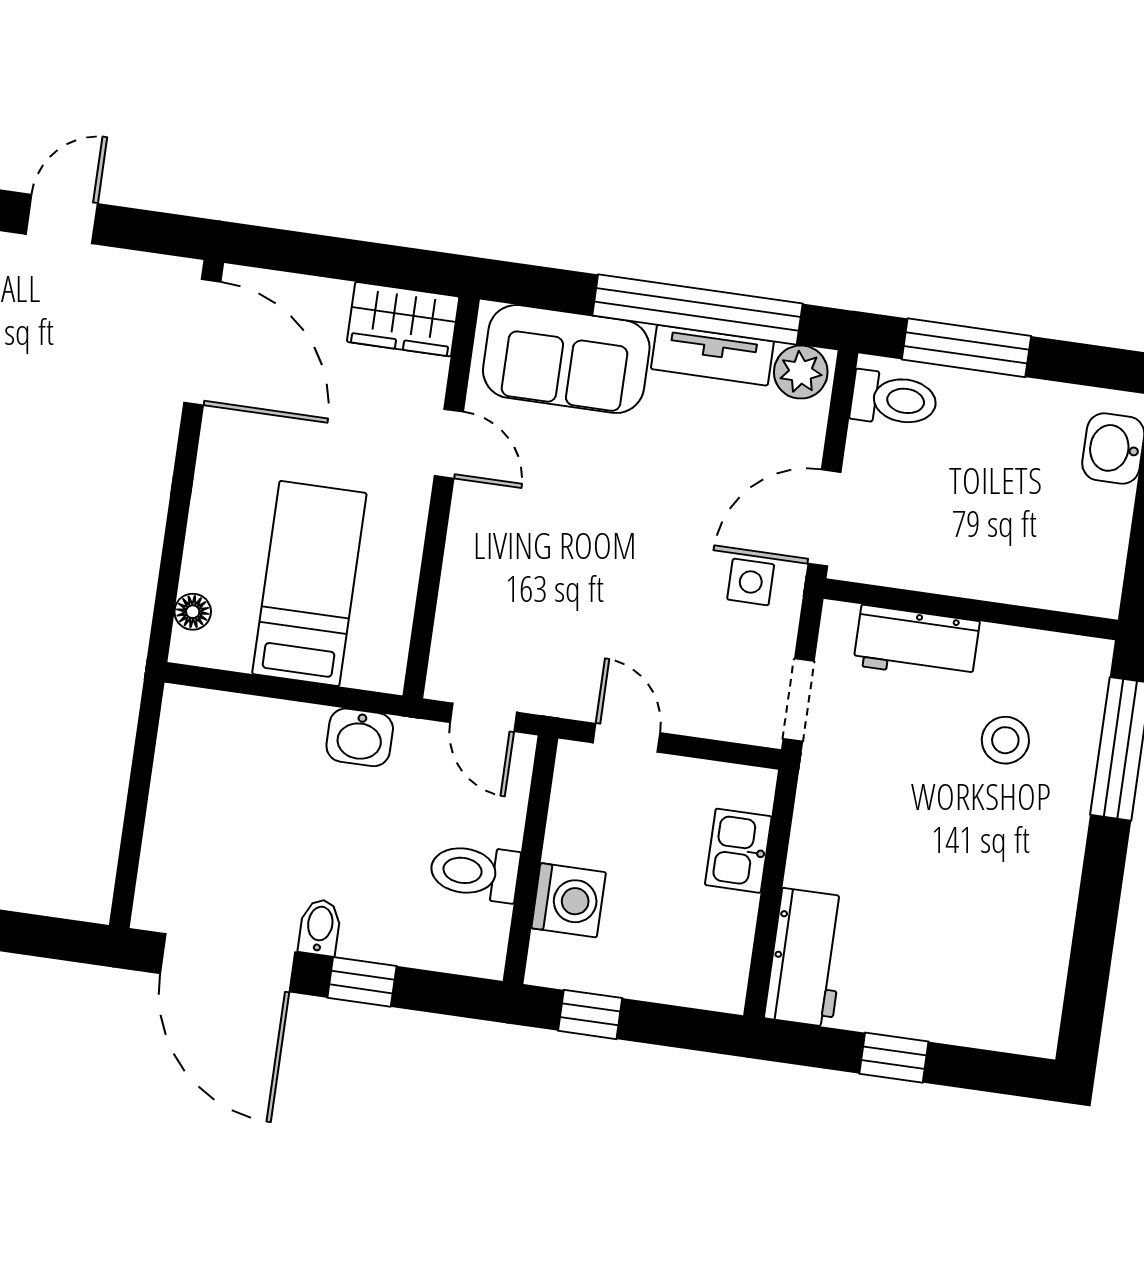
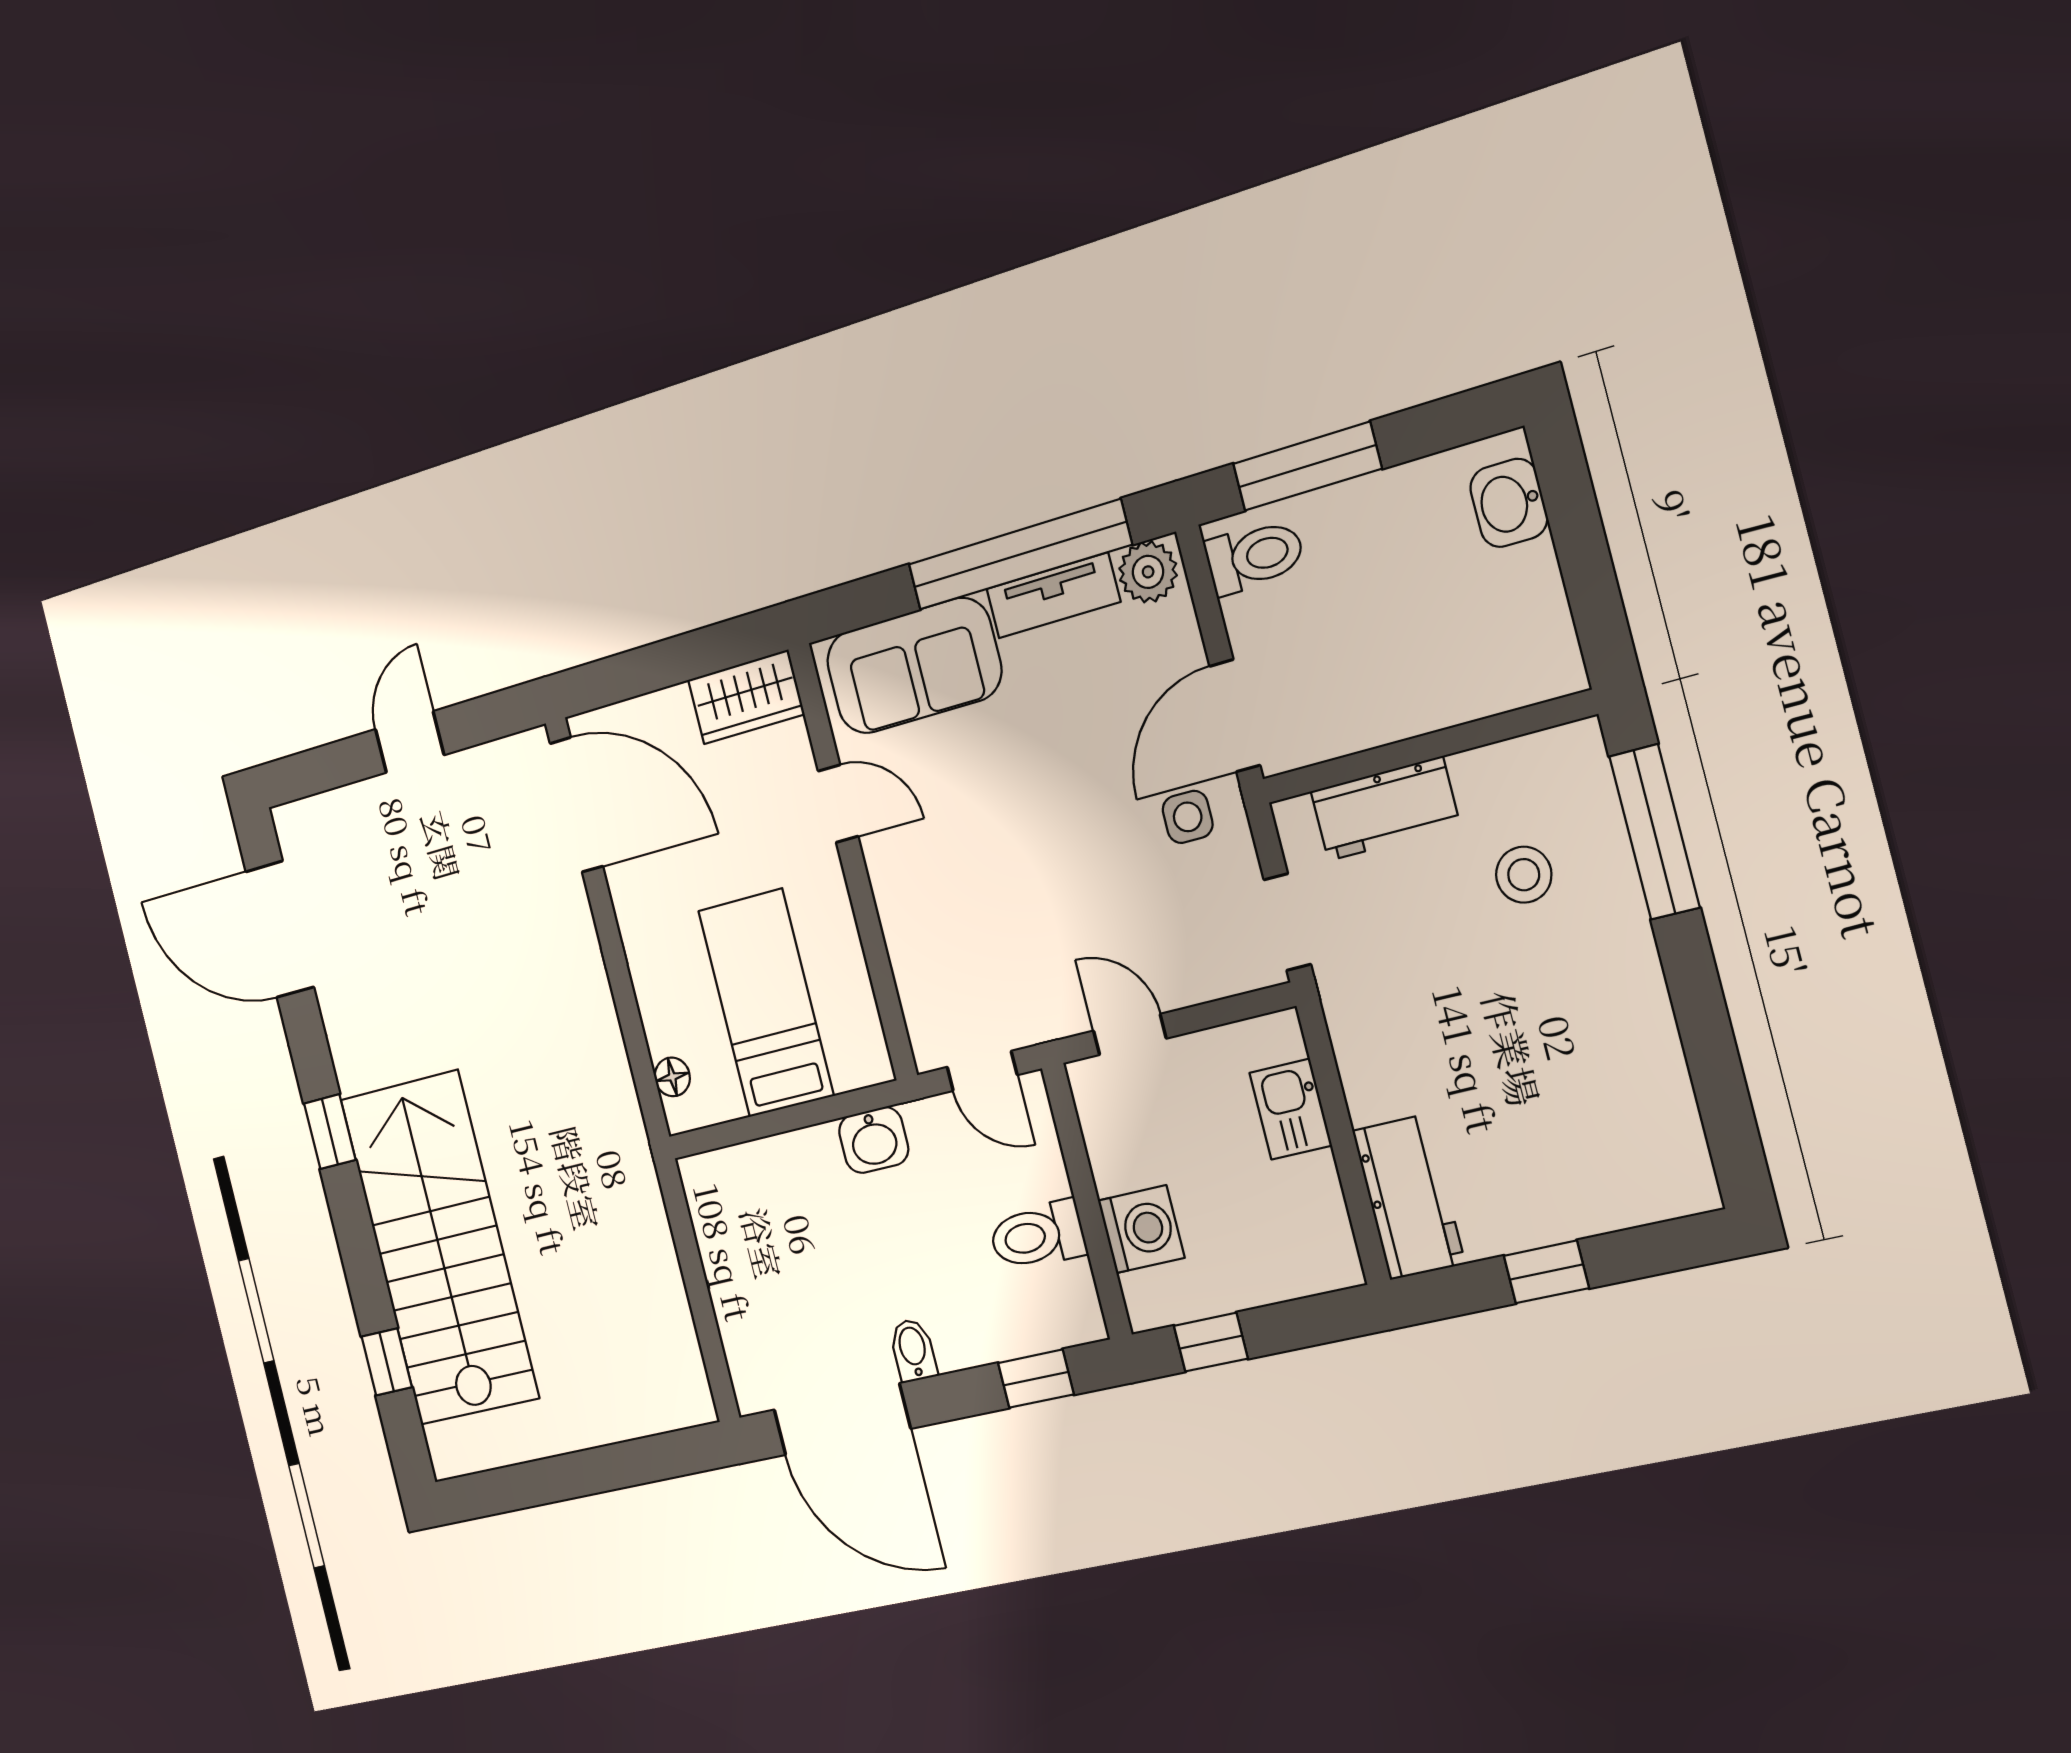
window: (362, 982) -> (1036, 1379), moved

